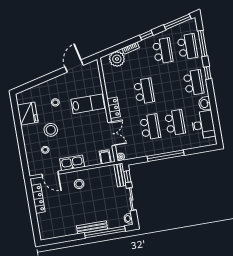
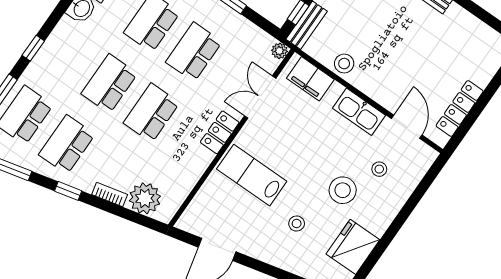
school desk: (194, 83) -> (109, 84), moved
filing cabinet: (105, 157) -> (310, 79), width x2.00
stool: (79, 184) -> (344, 64), moved

